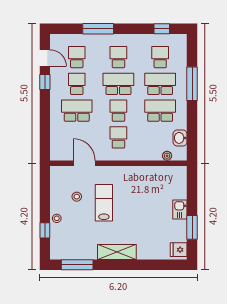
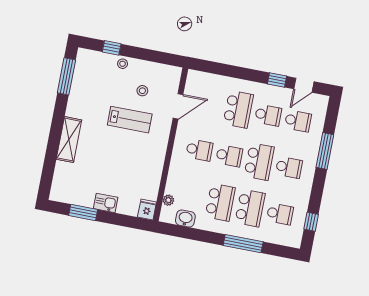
fridge: (179, 250) -> (147, 210), moved
shelving: (117, 252) -> (69, 140), moved

